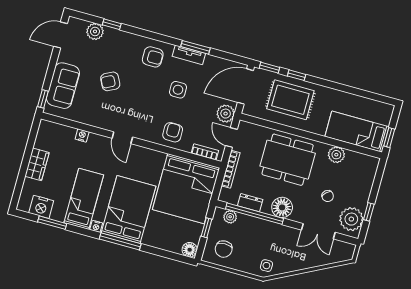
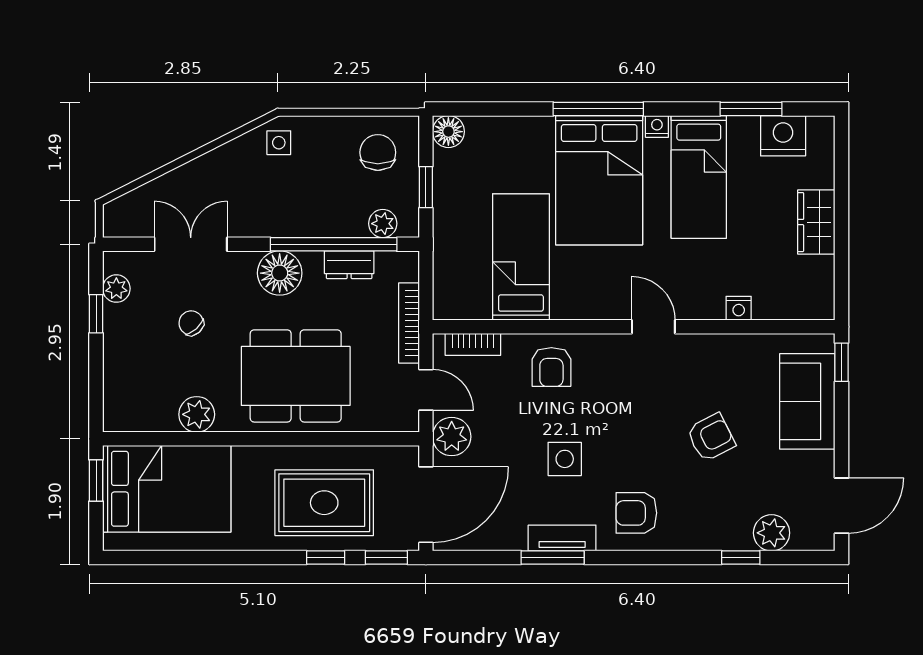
bed: (357, 132) -> (167, 489), width x1.50
bed: (186, 189) -> (521, 257), width x0.49
plant: (351, 219) -> (116, 289), width x0.53, depth x0.53

